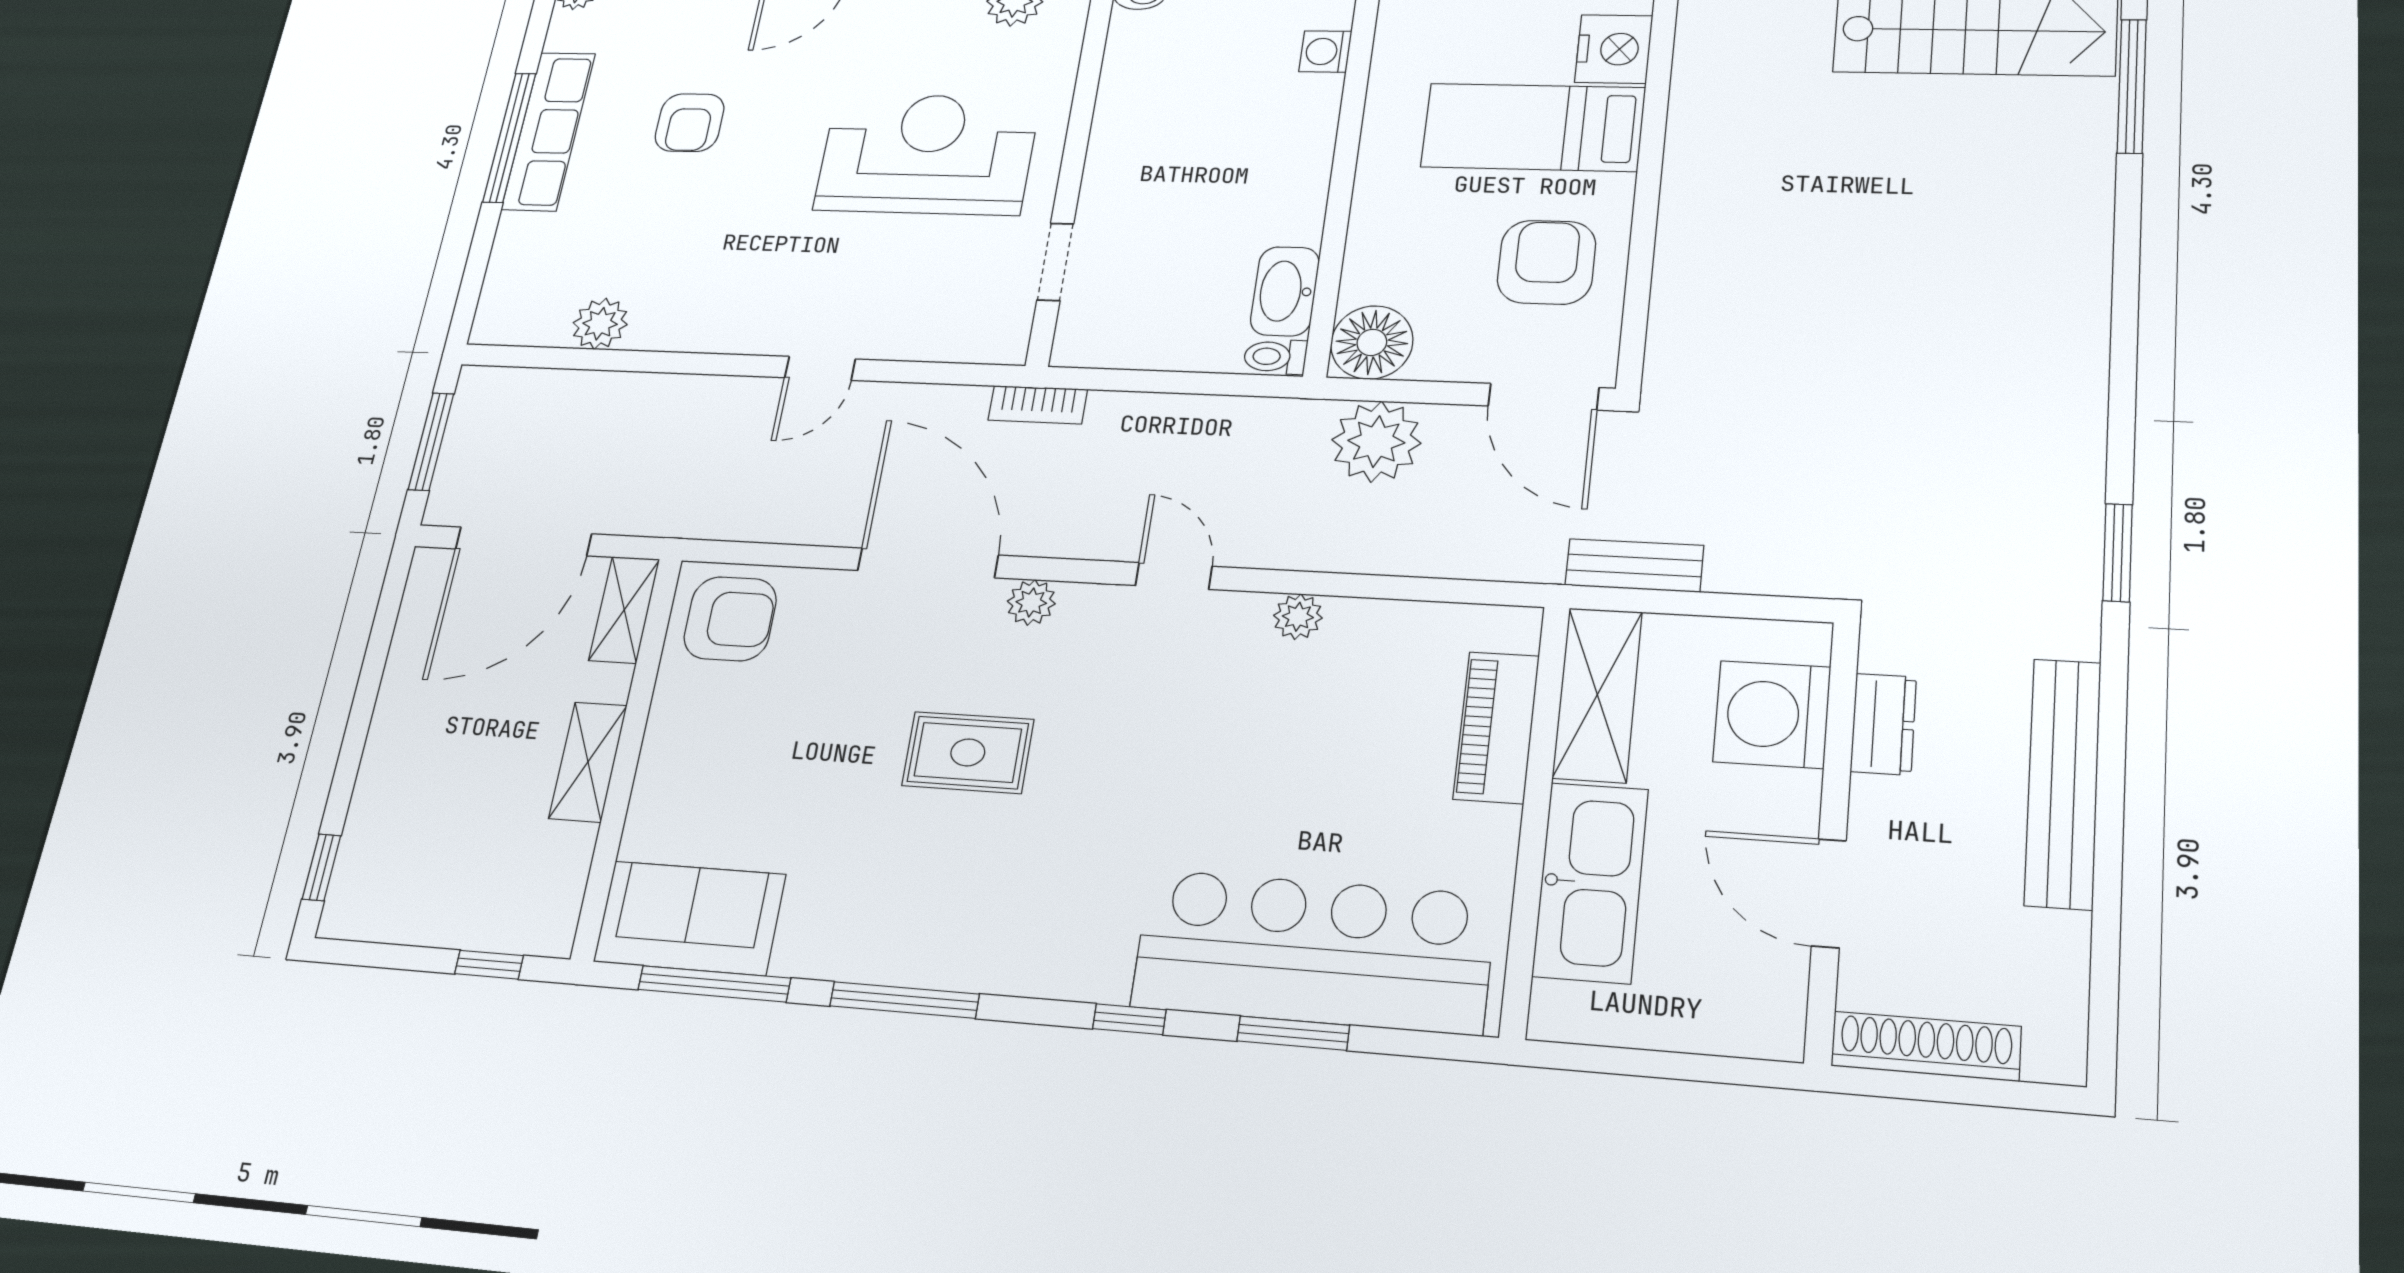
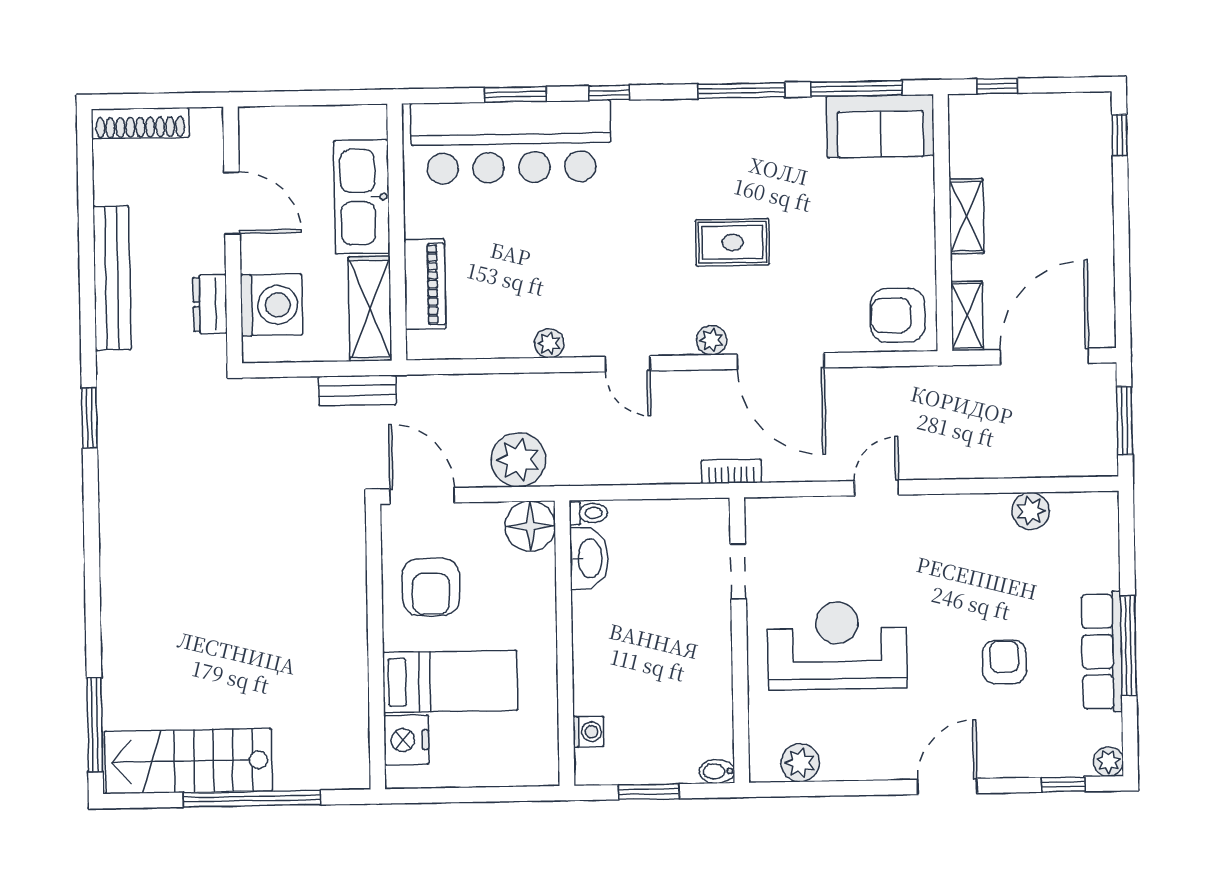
reception desk: (927, 154) -> (837, 646), turned 180
shoe rack: (1926, 1046) -> (140, 123), moved

